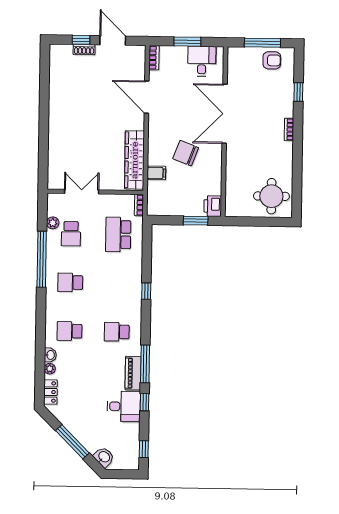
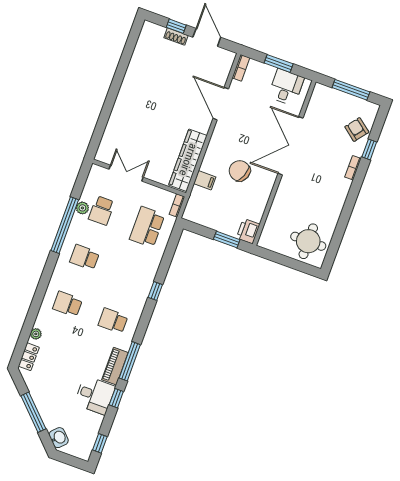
armchair: (272, 60) -> (357, 129), moved, turned -142
bookcase: (289, 129) -> (353, 168), moved
plant: (53, 223) -> (82, 208), moved
washbasin: (50, 355) -> (41, 321), removed

